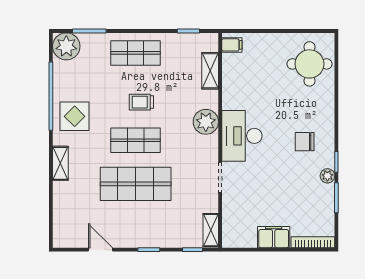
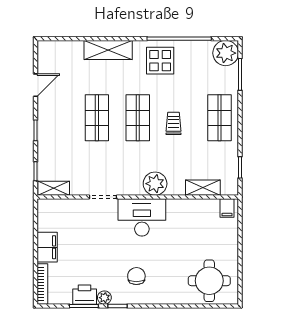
shelving: (60, 163) -> (108, 50), width x1.50, depth x1.33
shop shelf: (136, 184) -> (97, 118), width x0.70, depth x0.74
printer: (324, 197) -> (85, 295), added

